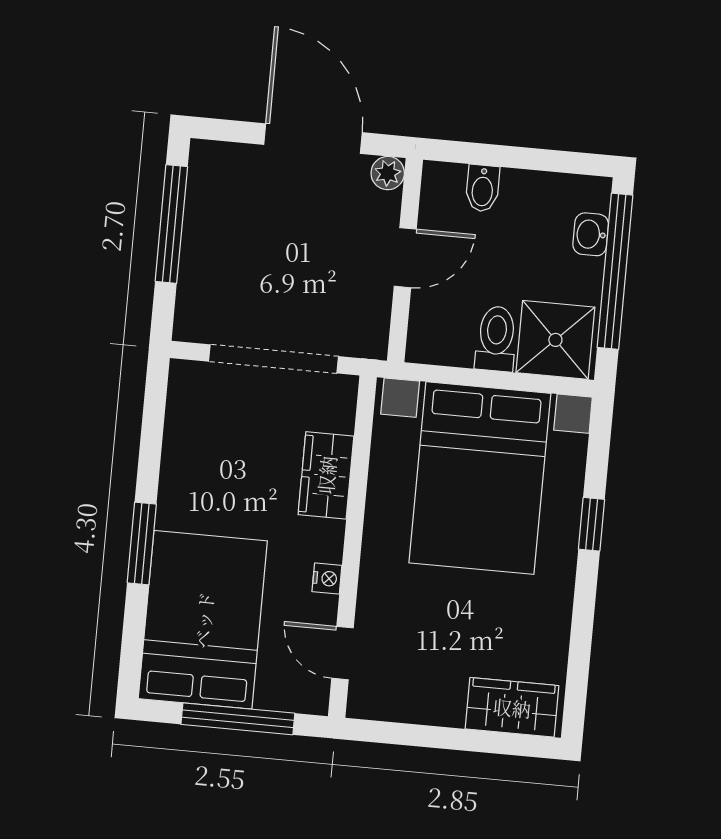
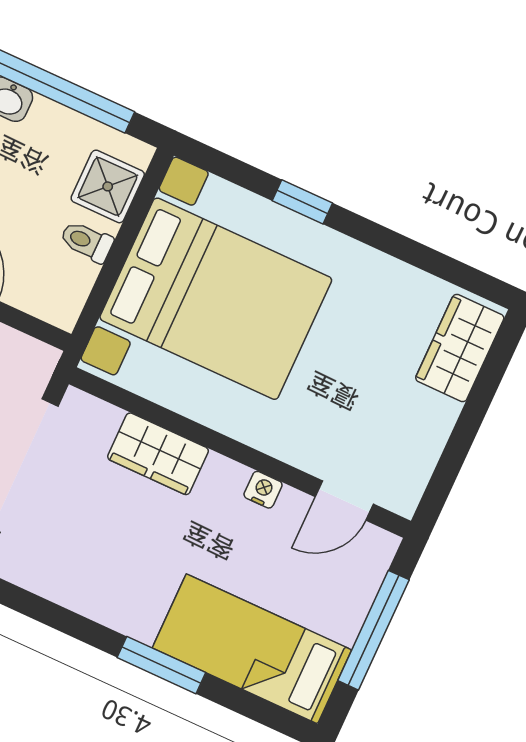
toilet: (496, 339) -> (87, 242), width x0.73, depth x0.72
shower: (555, 340) -> (108, 186), width x0.73, depth x0.73
bed: (203, 620) -> (252, 649), width x0.67

